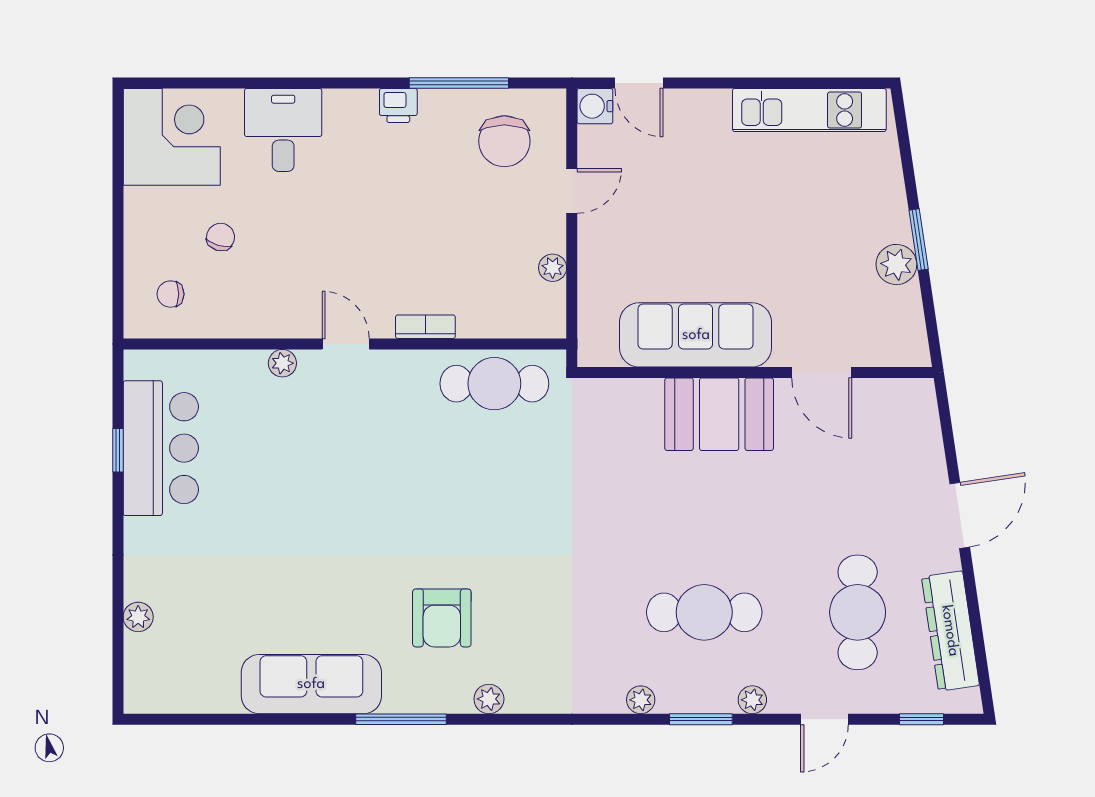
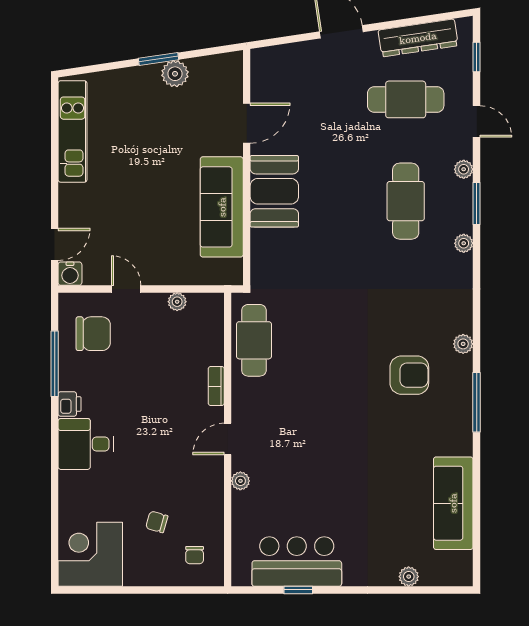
desk: (283, 130) -> (86, 444), moved
sofa: (311, 684) -> (453, 503), moved

